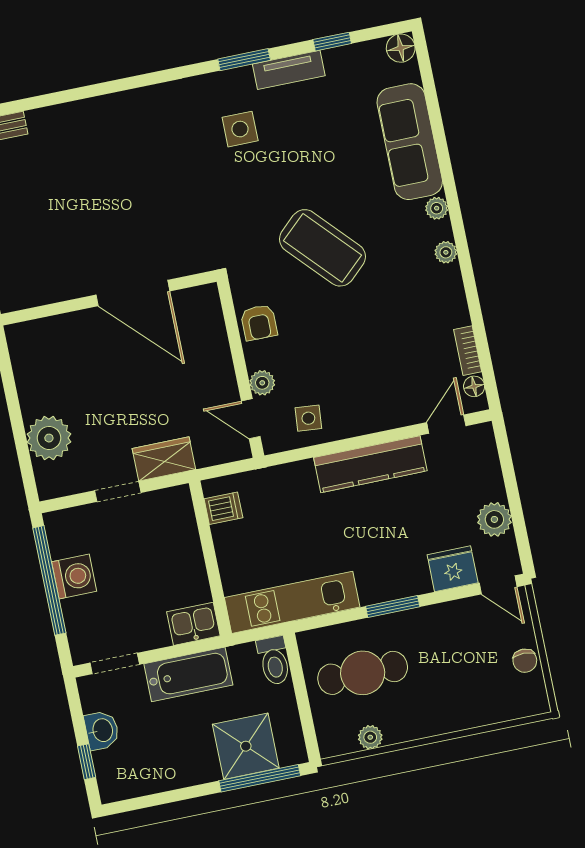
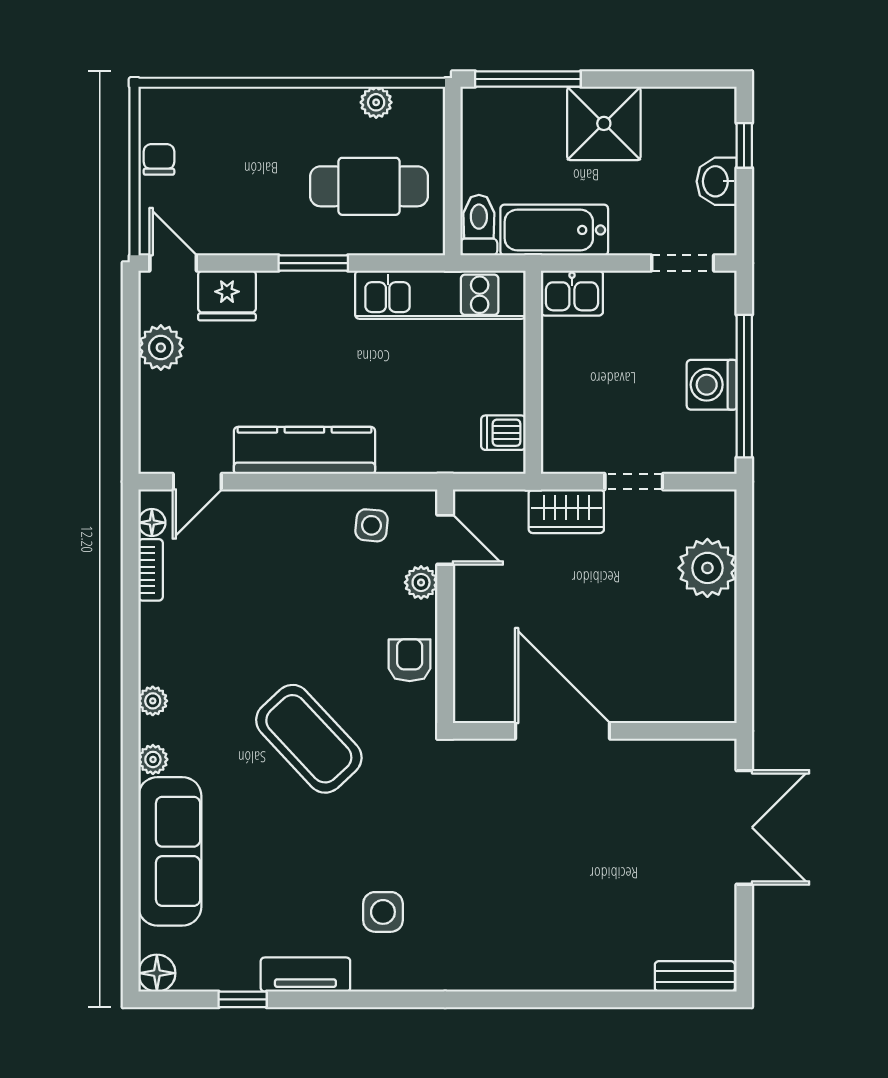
window: (244, 60) -> (360, 999), removed
bathtub: (188, 674) -> (554, 230), moved
shower: (246, 746) -> (604, 123), moved

